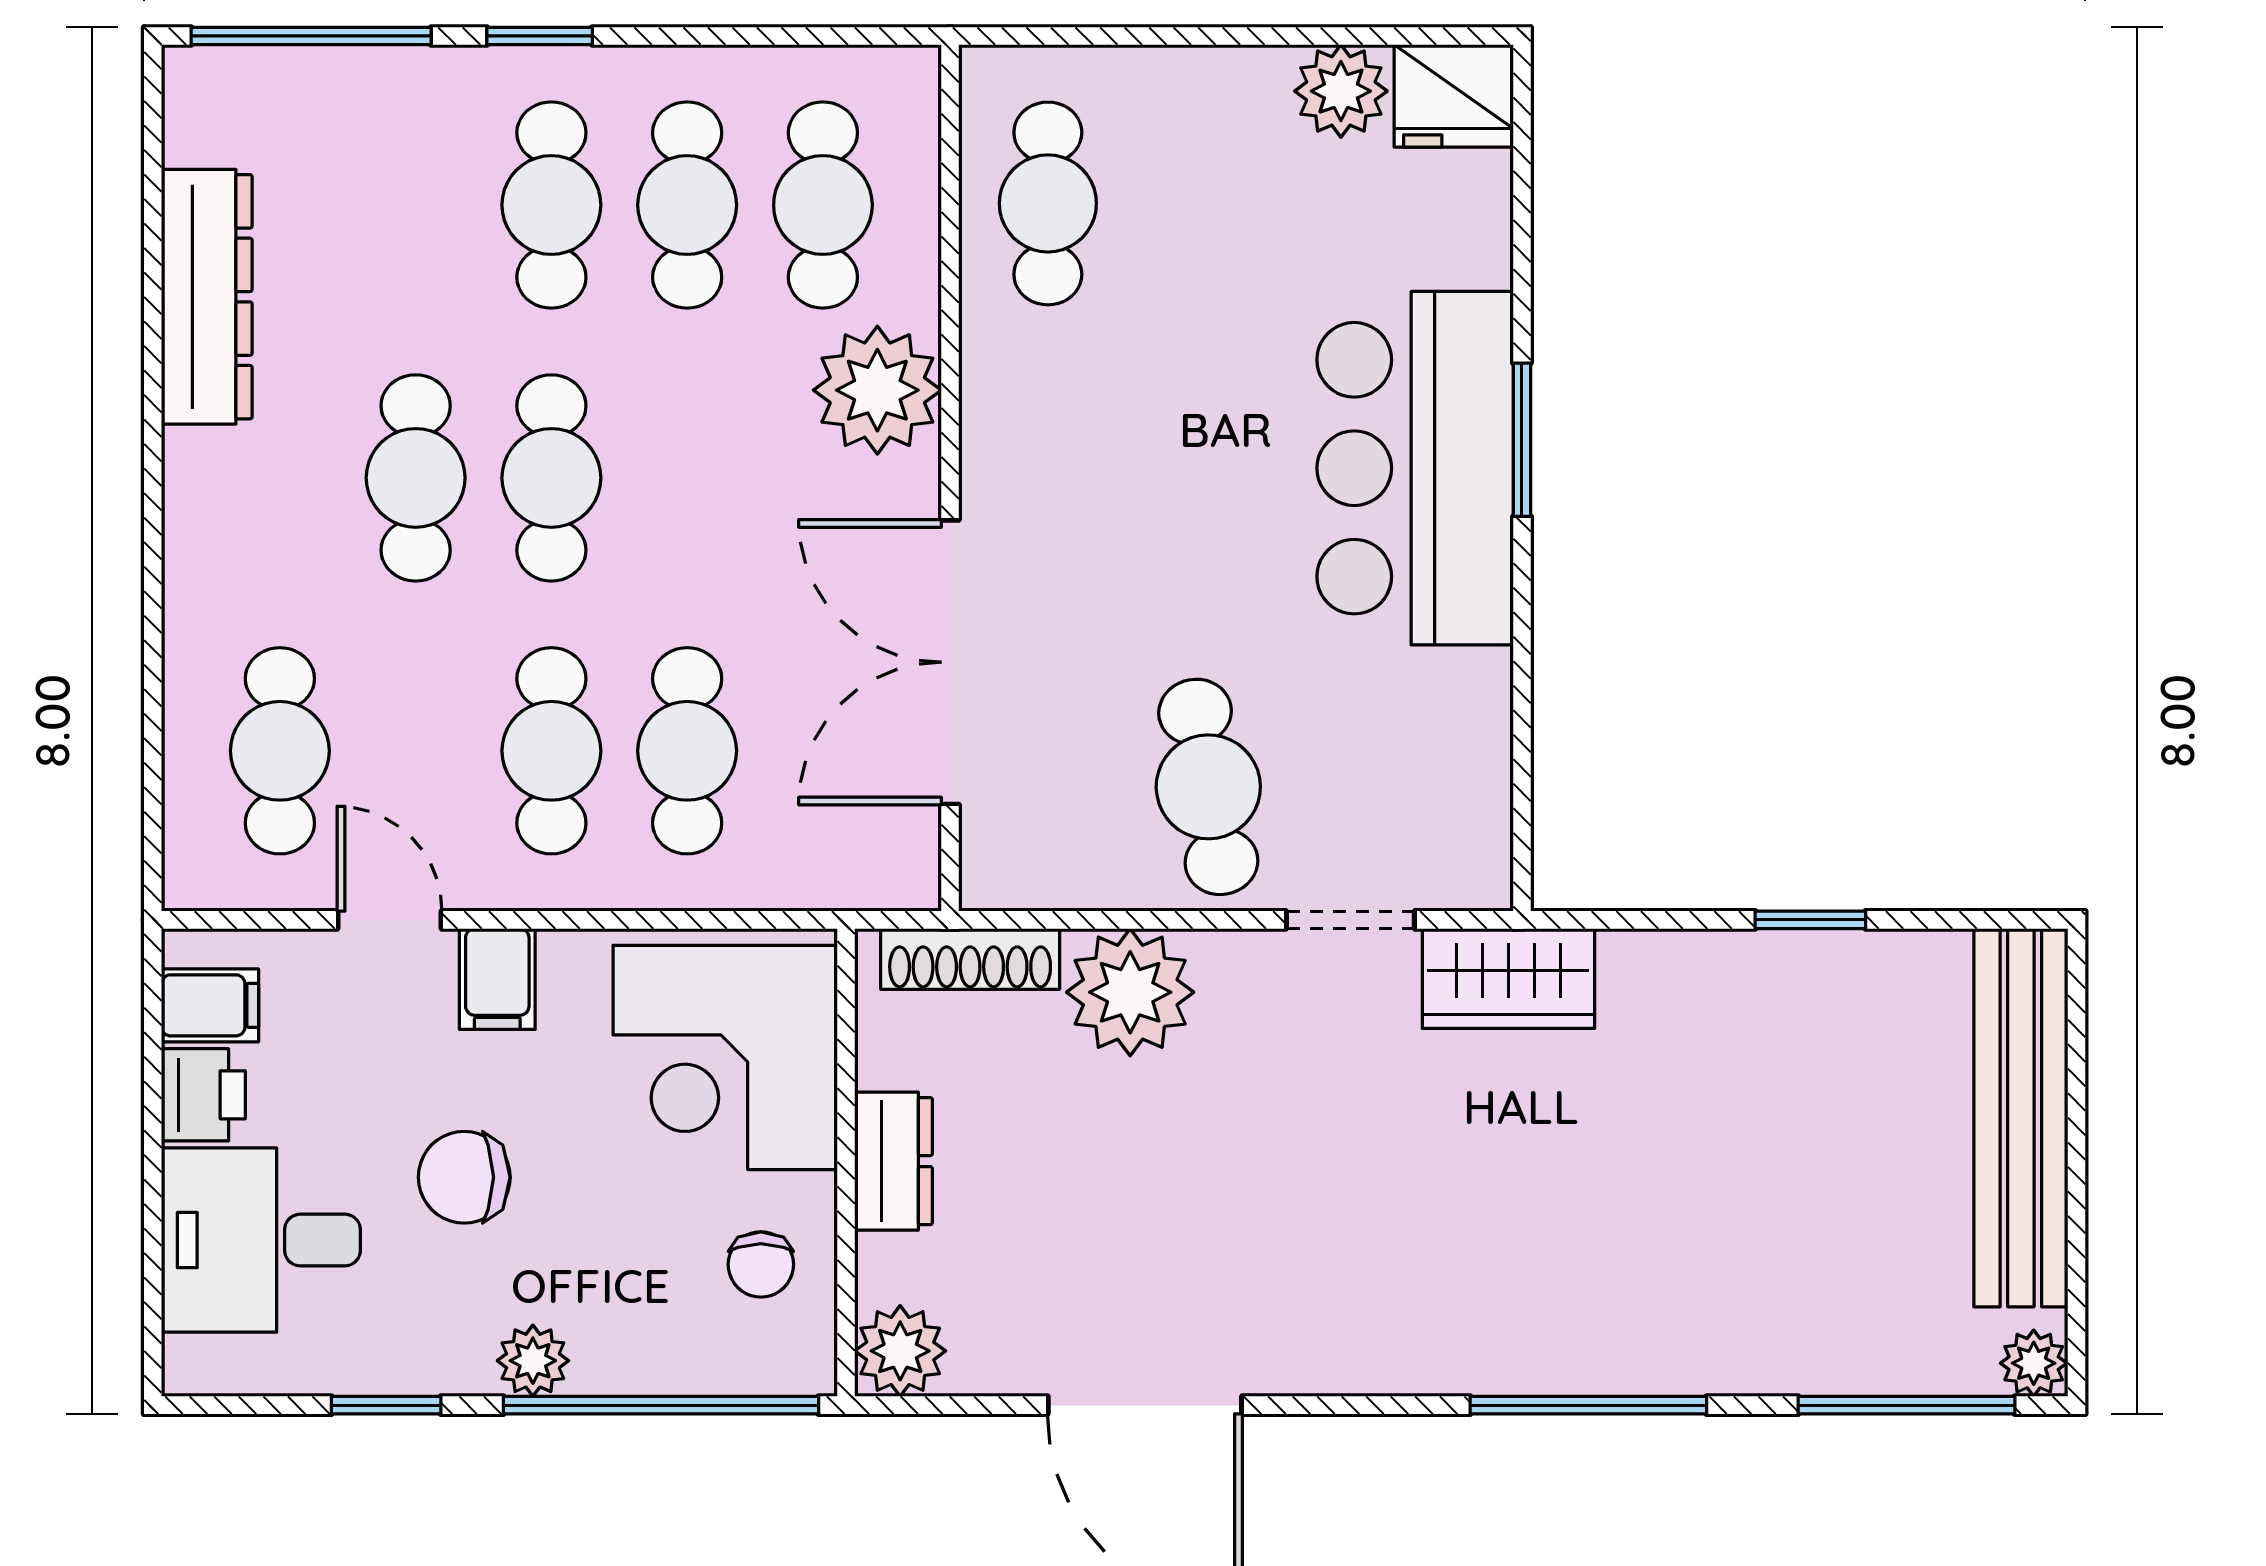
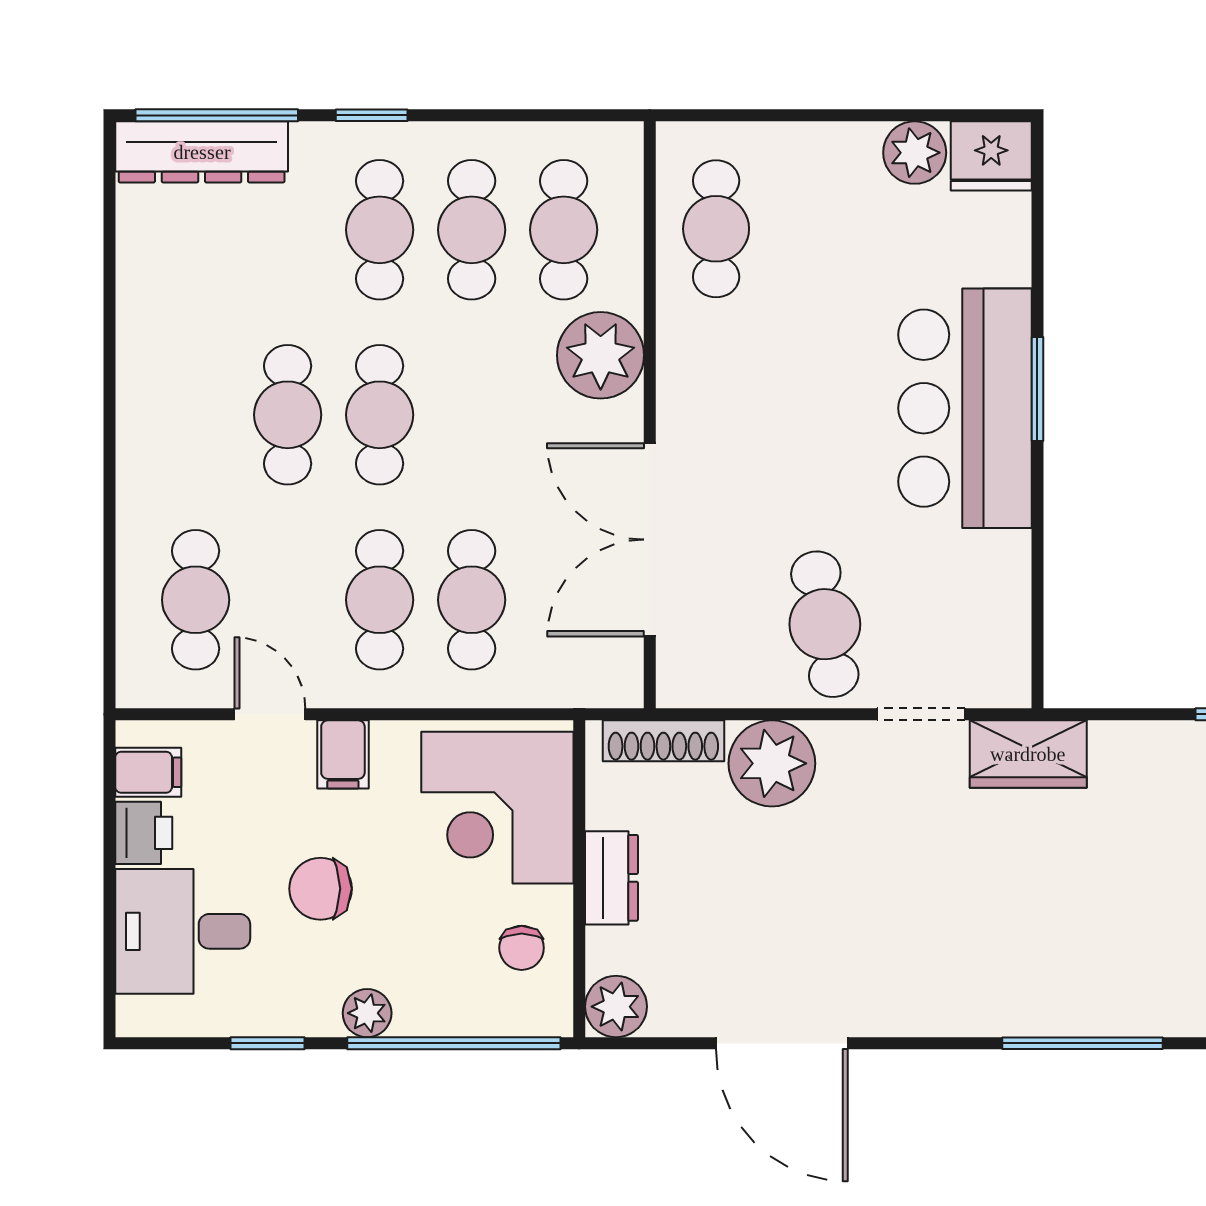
dresser: (207, 297) -> (202, 152), moved, turned 90

